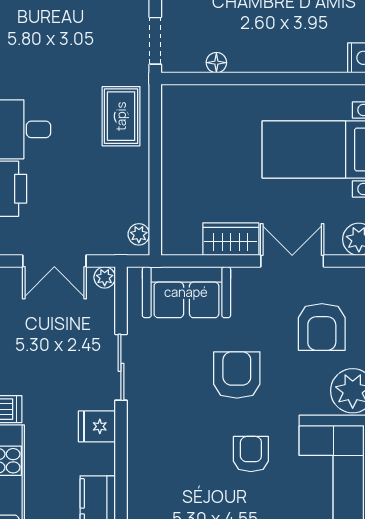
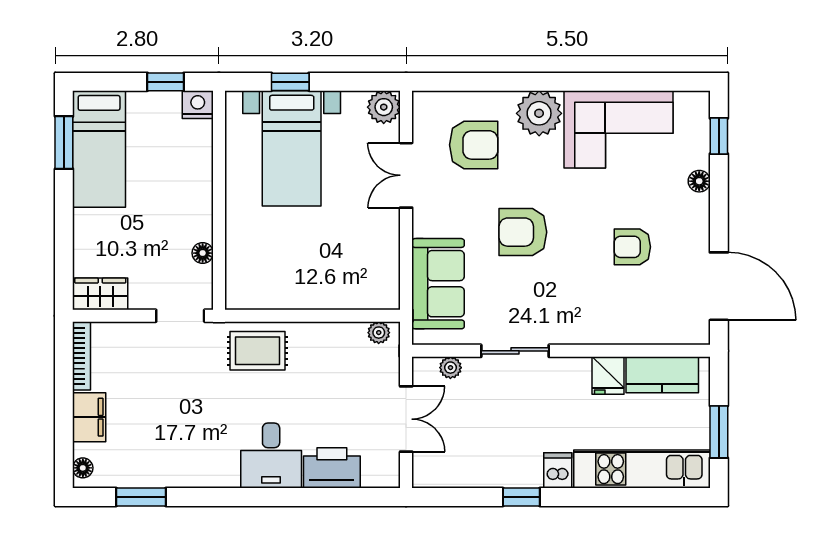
wardrobe: (231, 239) -> (384, 238), removed
plant: (105, 277) -> (450, 368), moved
fridge: (97, 426) -> (608, 376), moved
armchair: (251, 454) -> (632, 247), moved

